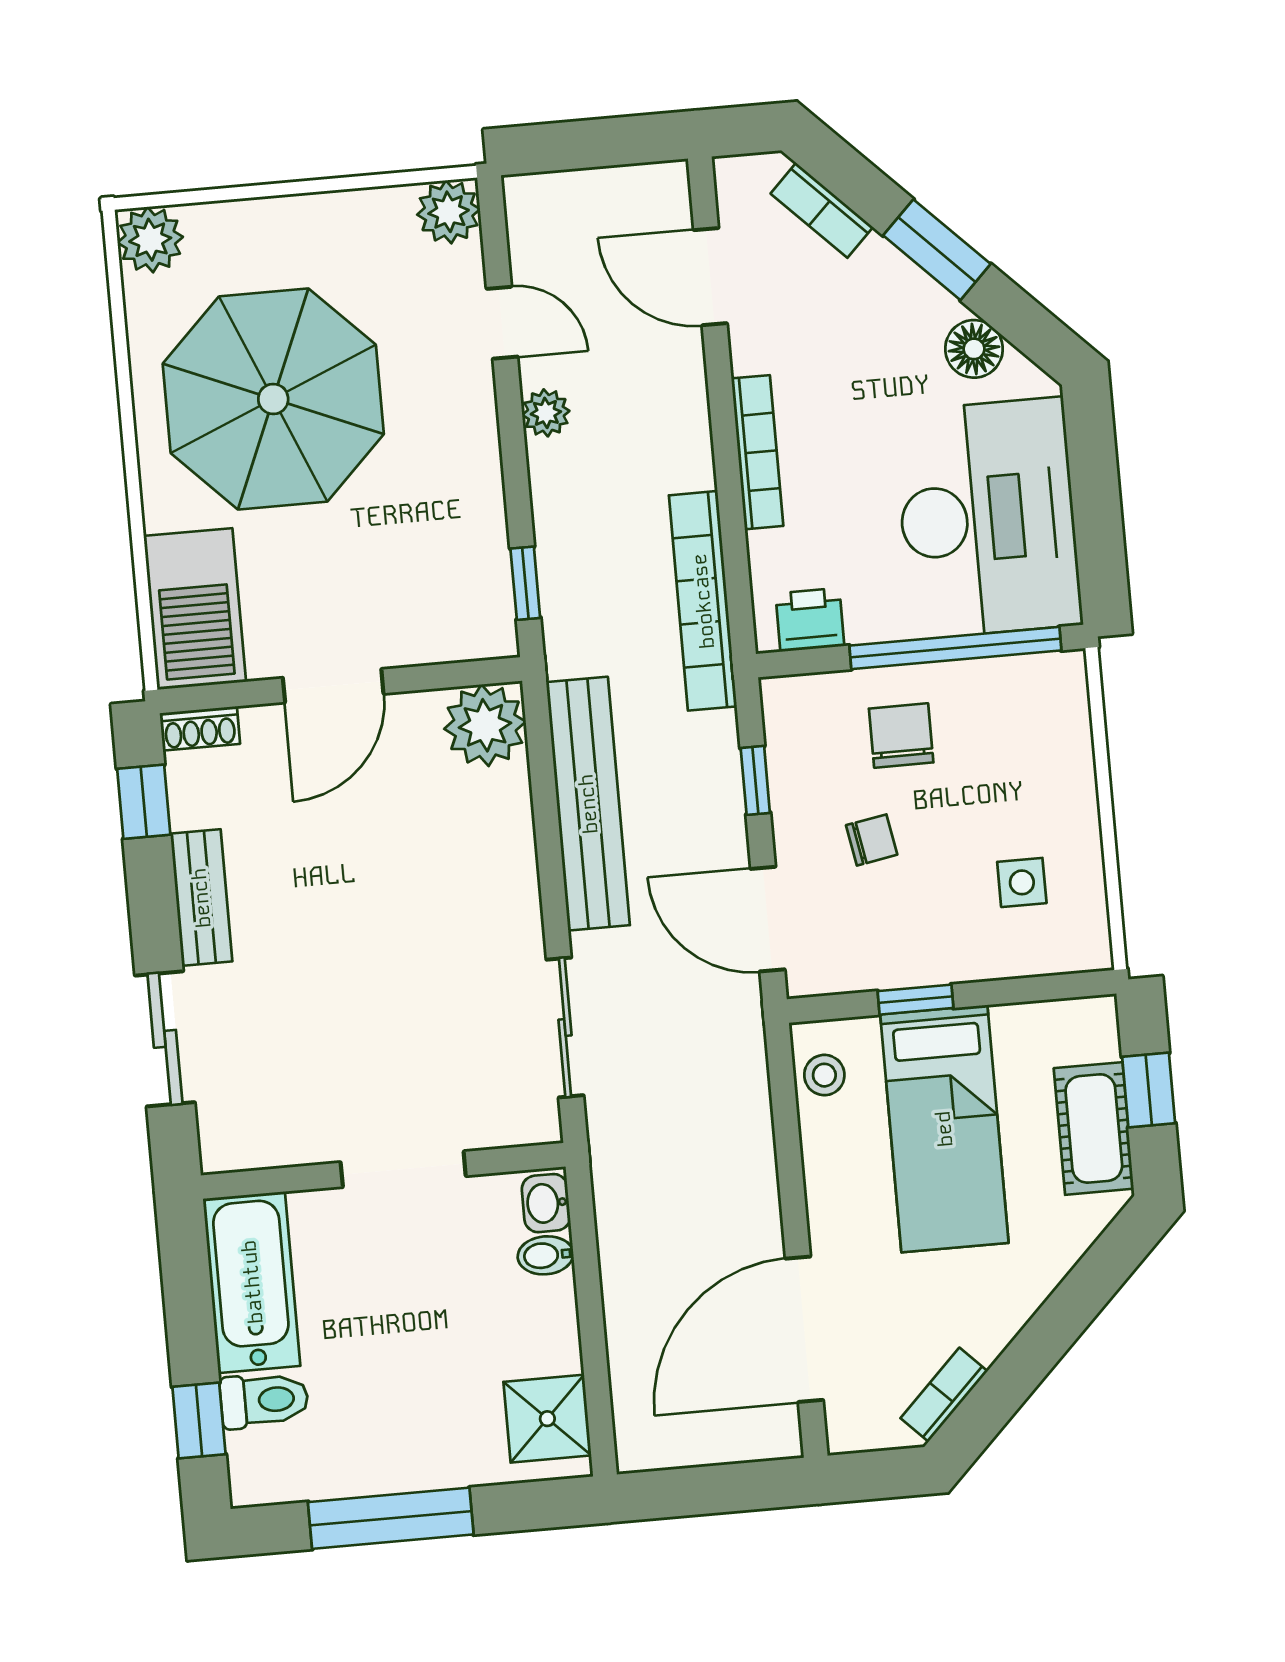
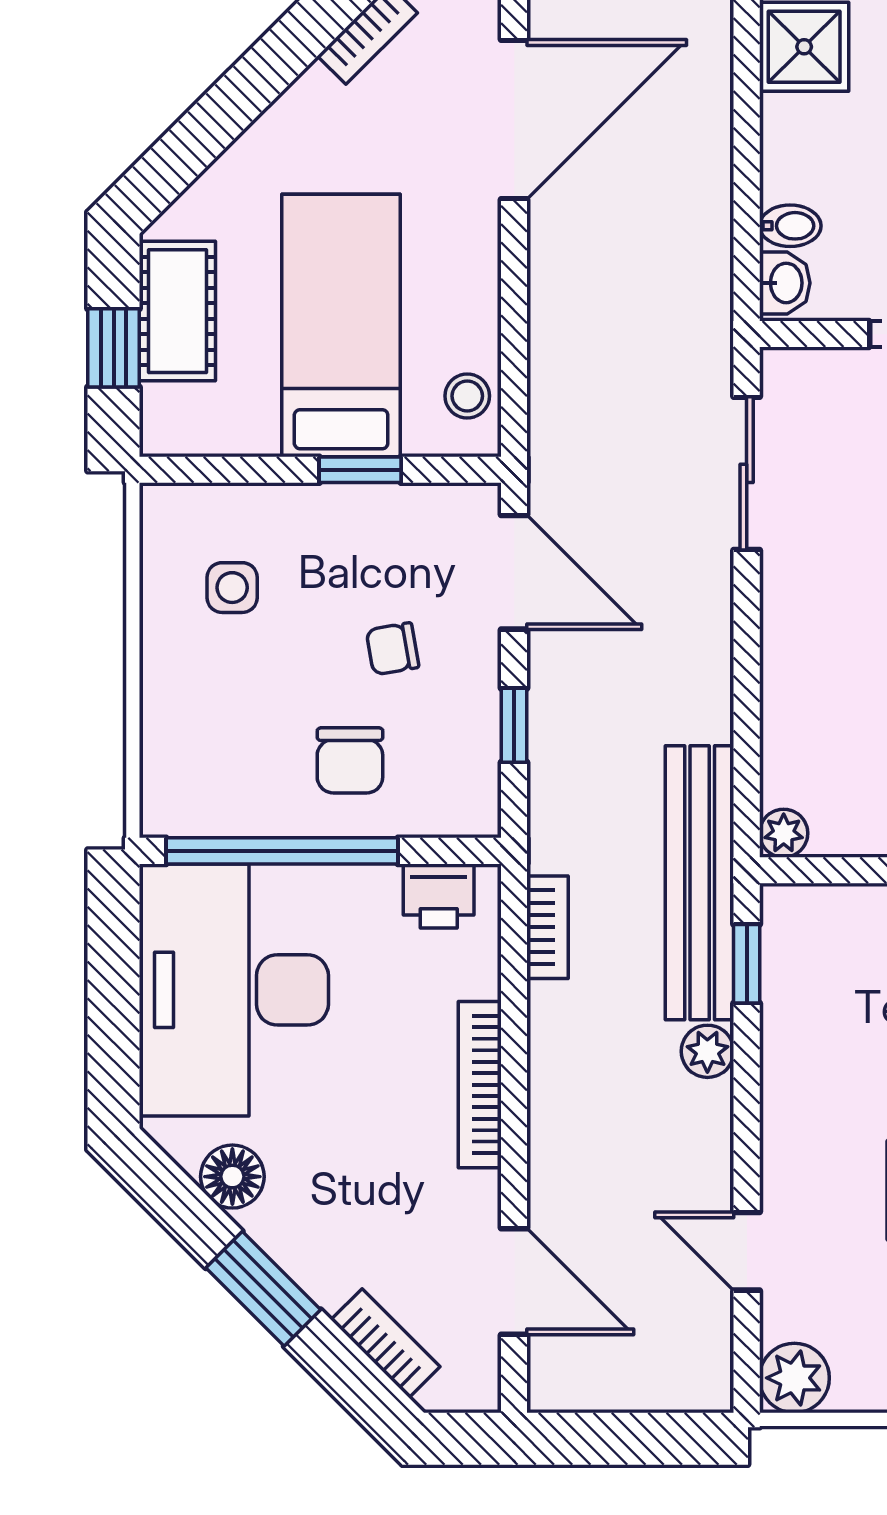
plant: (546, 413) -> (707, 1051), moved
bookcase: (703, 601) -> (548, 927), width x0.43, depth x0.76
plant: (485, 725) -> (784, 833), width x0.53, depth x0.53
bench: (588, 804) -> (700, 883), moved

